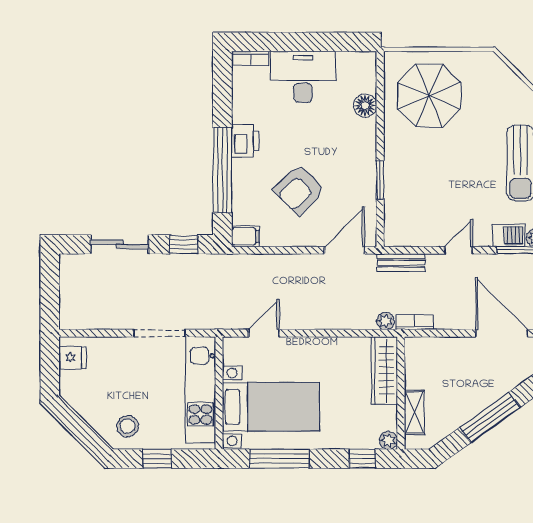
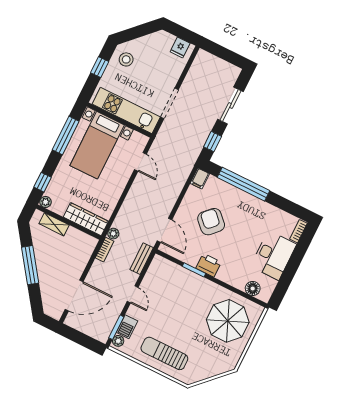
floor lamp: (365, 106) -> (253, 289), moved
printer: (245, 141) -> (209, 265), moved, turned 180

